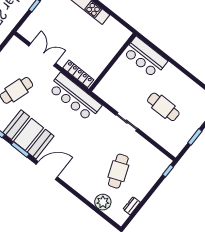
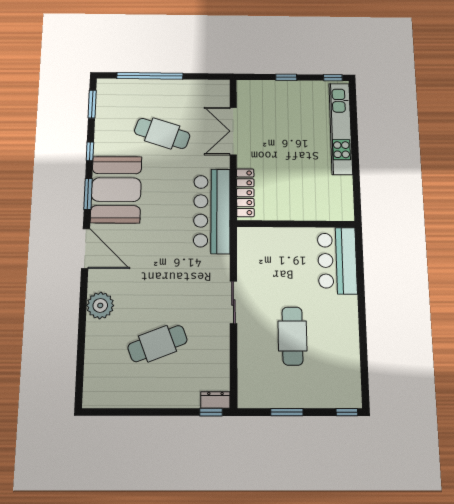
double door: (42, 55) -> (233, 131), swing flipped
plant: (103, 202) -> (100, 305), moved
dresser: (132, 206) -> (215, 400), moved

